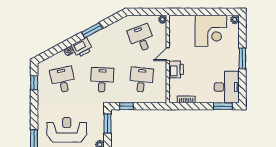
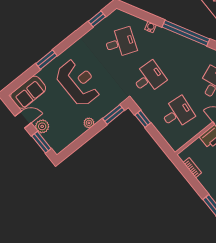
window: (92, 30) -> (186, 33), width x2.11
printer: (82, 47) -> (163, 37), removed
desk: (63, 80) -> (120, 43), turned 33

